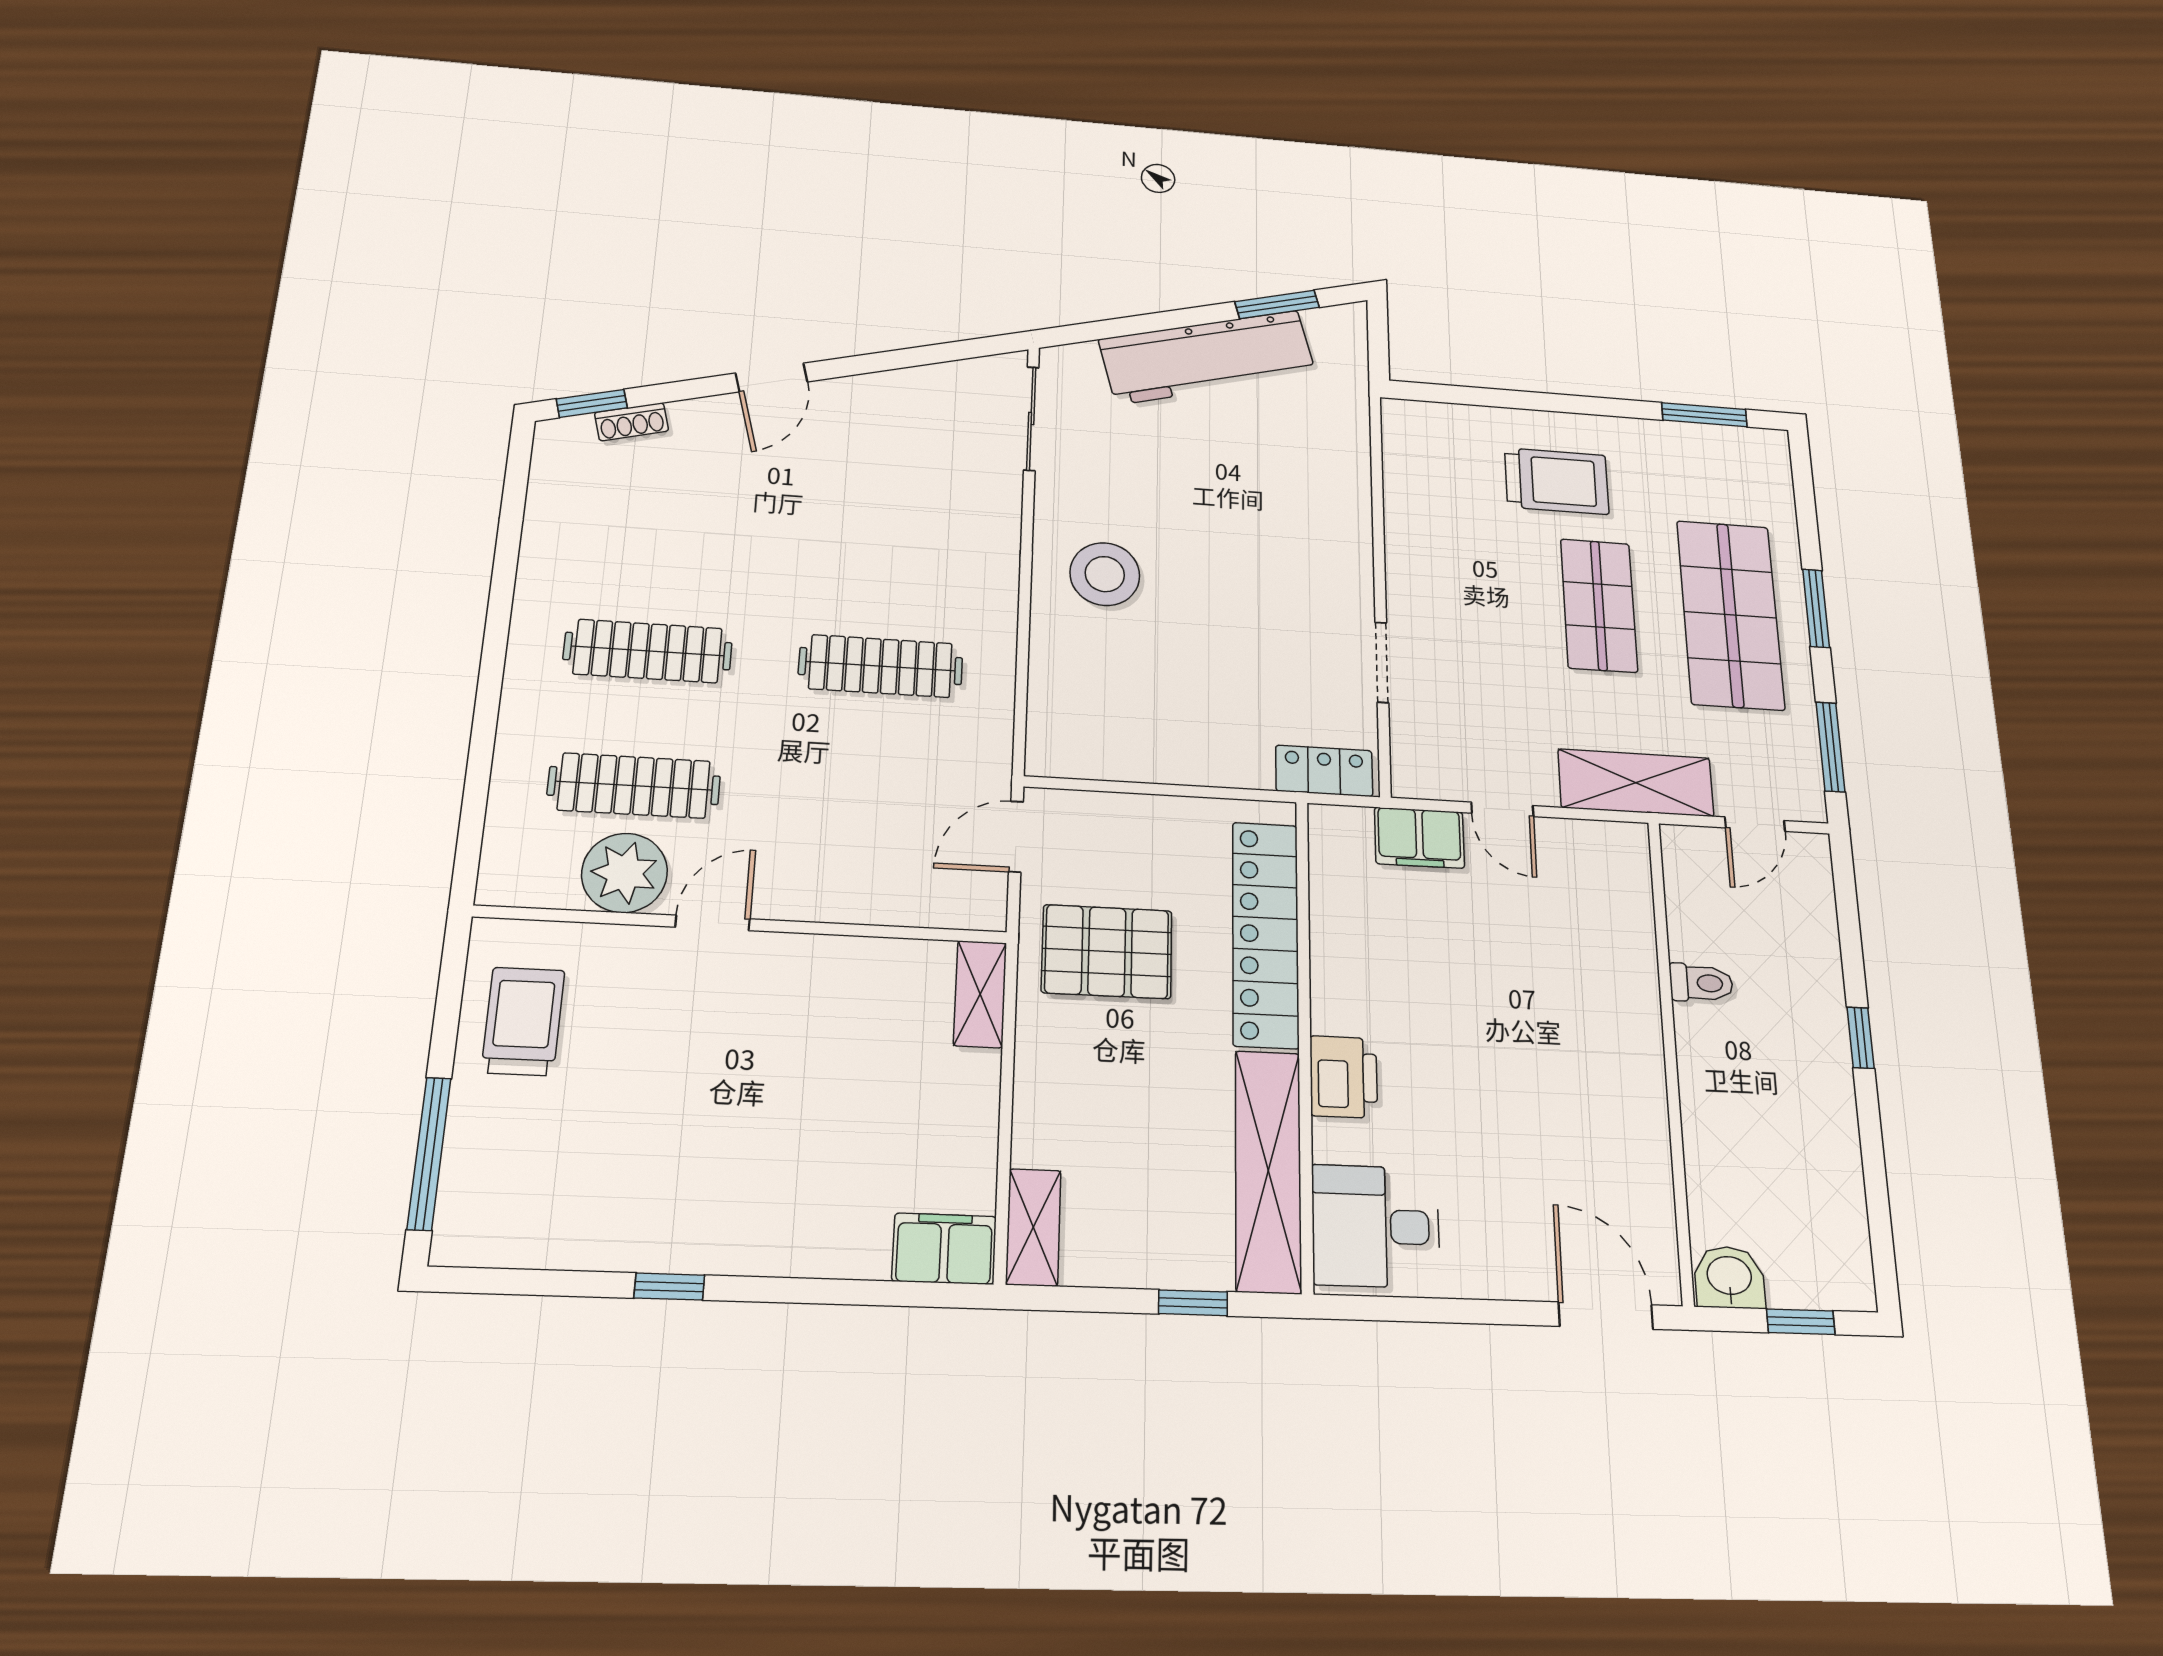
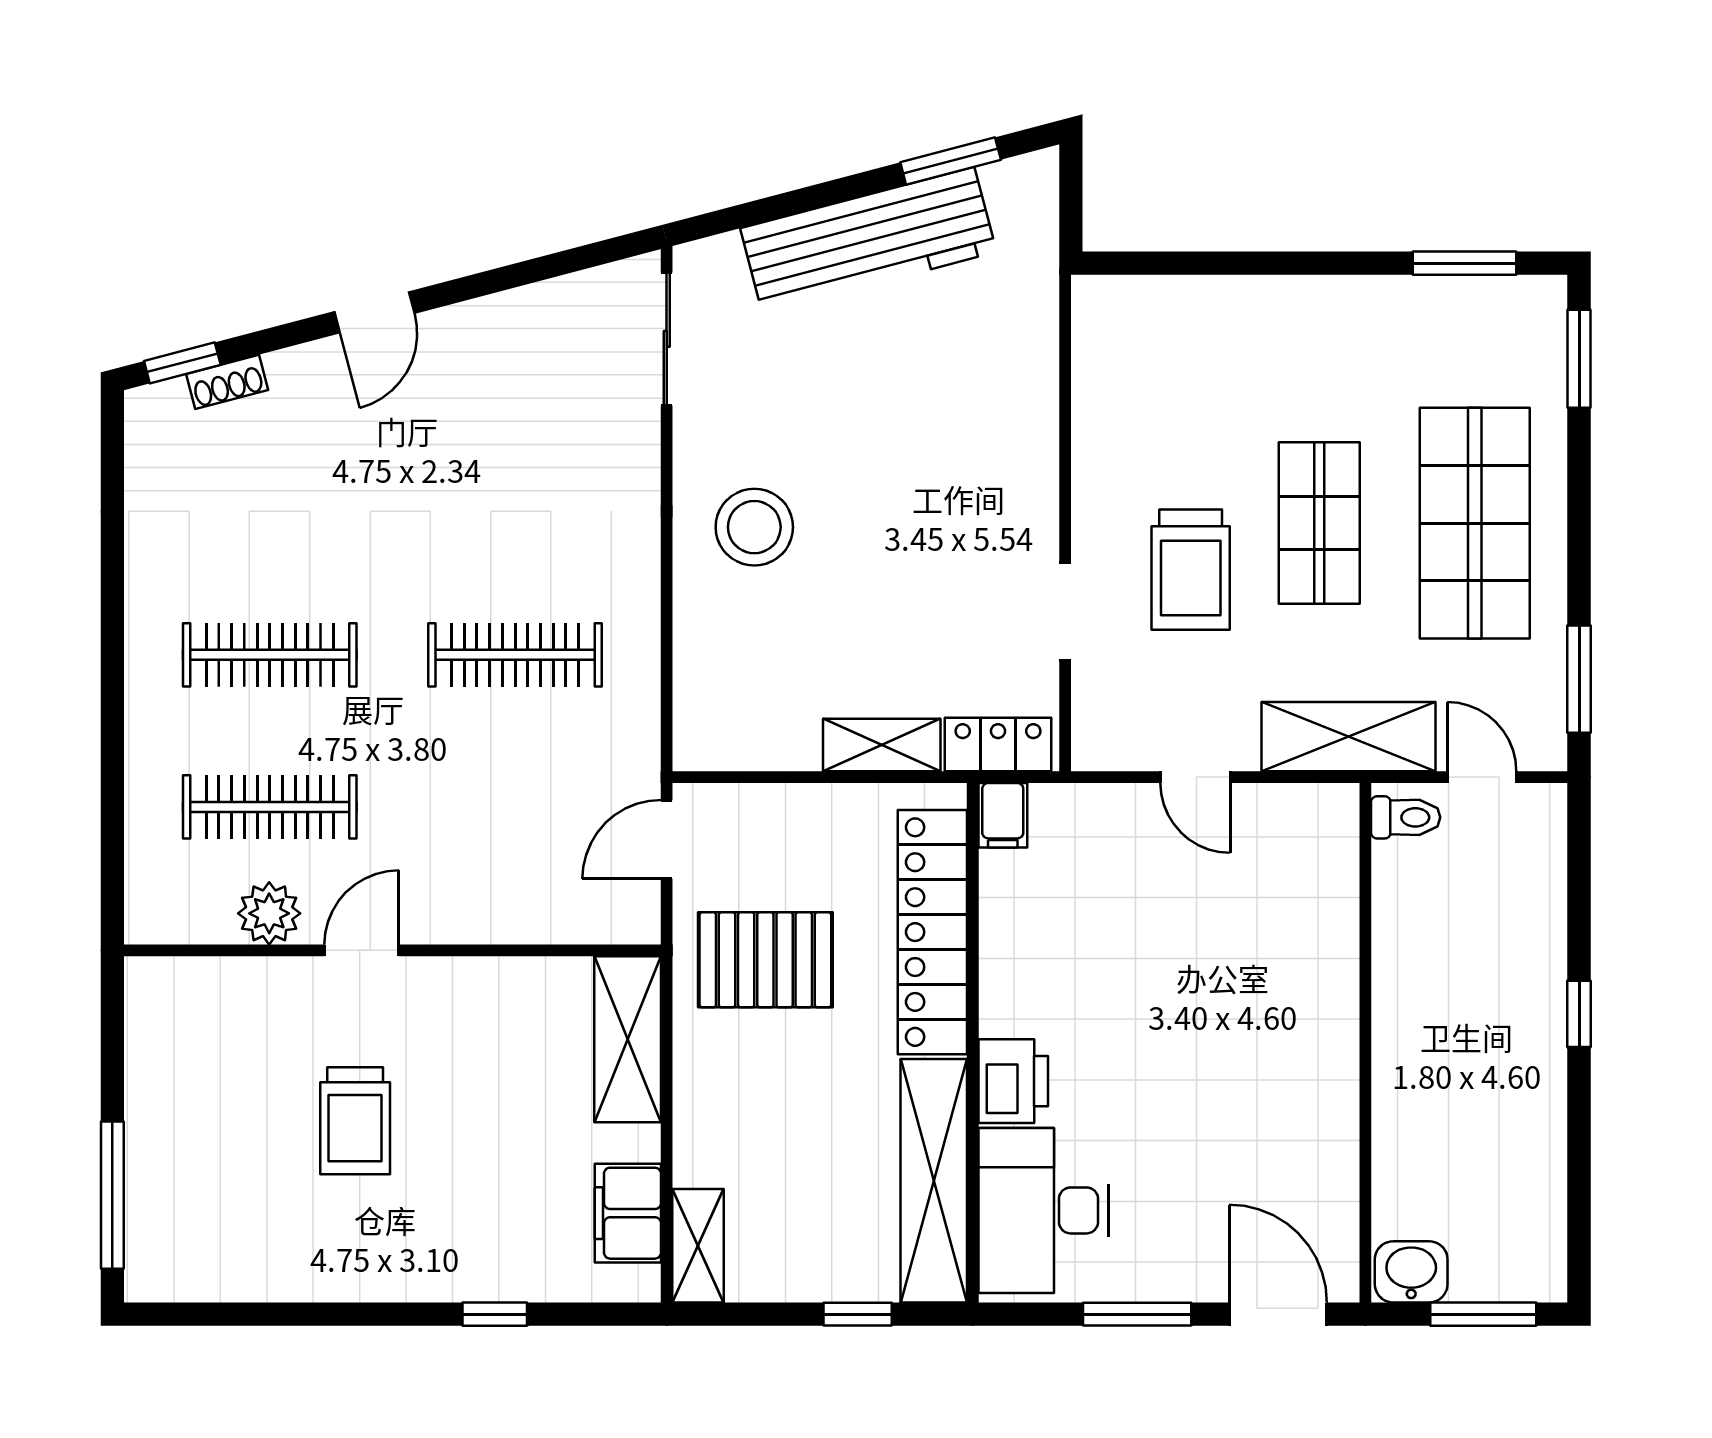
trolley: (1557, 481) -> (1191, 570), moved, turned 90
window: (1816, 608) -> (1579, 359), moved
shelving: (1218, 765) -> (882, 745), added
door: (1755, 824) -> (1482, 777), swing flipped
filing cabinet: (1419, 838) -> (1003, 815), moved, width x0.50
plant: (624, 873) -> (269, 913), width x0.73, depth x0.73
toilet: (1701, 983) -> (1406, 817), moved
shelving: (980, 994) -> (628, 1039), width x1.50, depth x1.33
trolley: (523, 1021) -> (355, 1121), moved, turned 180
desk: (1376, 1226) -> (1043, 1210), width x1.37
filing cabinet: (944, 1249) -> (628, 1213), moved, turned -90
window: (669, 1287) -> (495, 1314), moved
window: (1469, 1311) -> (1137, 1314), added
window: (1801, 1322) -> (1483, 1314), width x1.50

